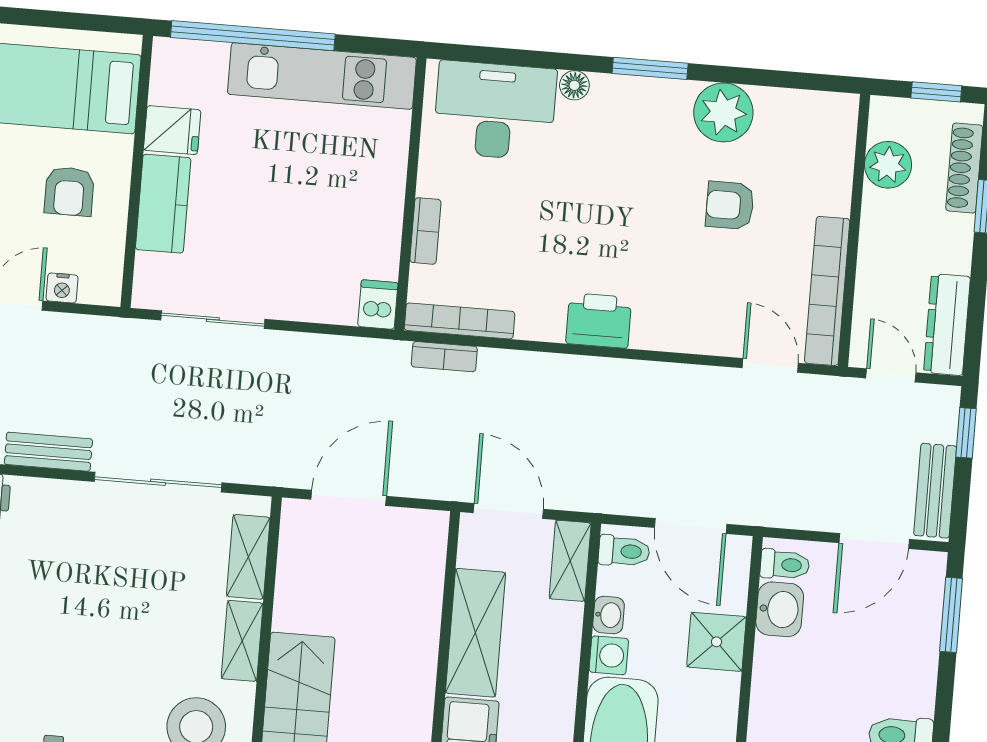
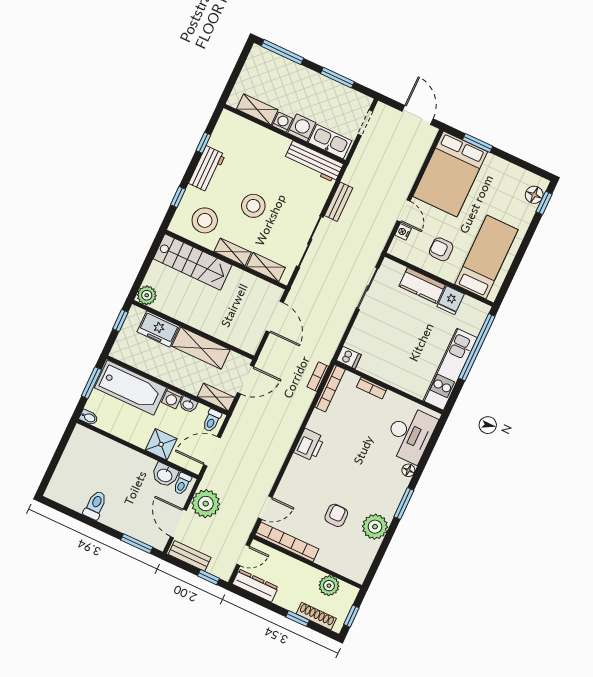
plant: (809, 498) -> (206, 504), added
stool: (126, 633) -> (253, 206), added

